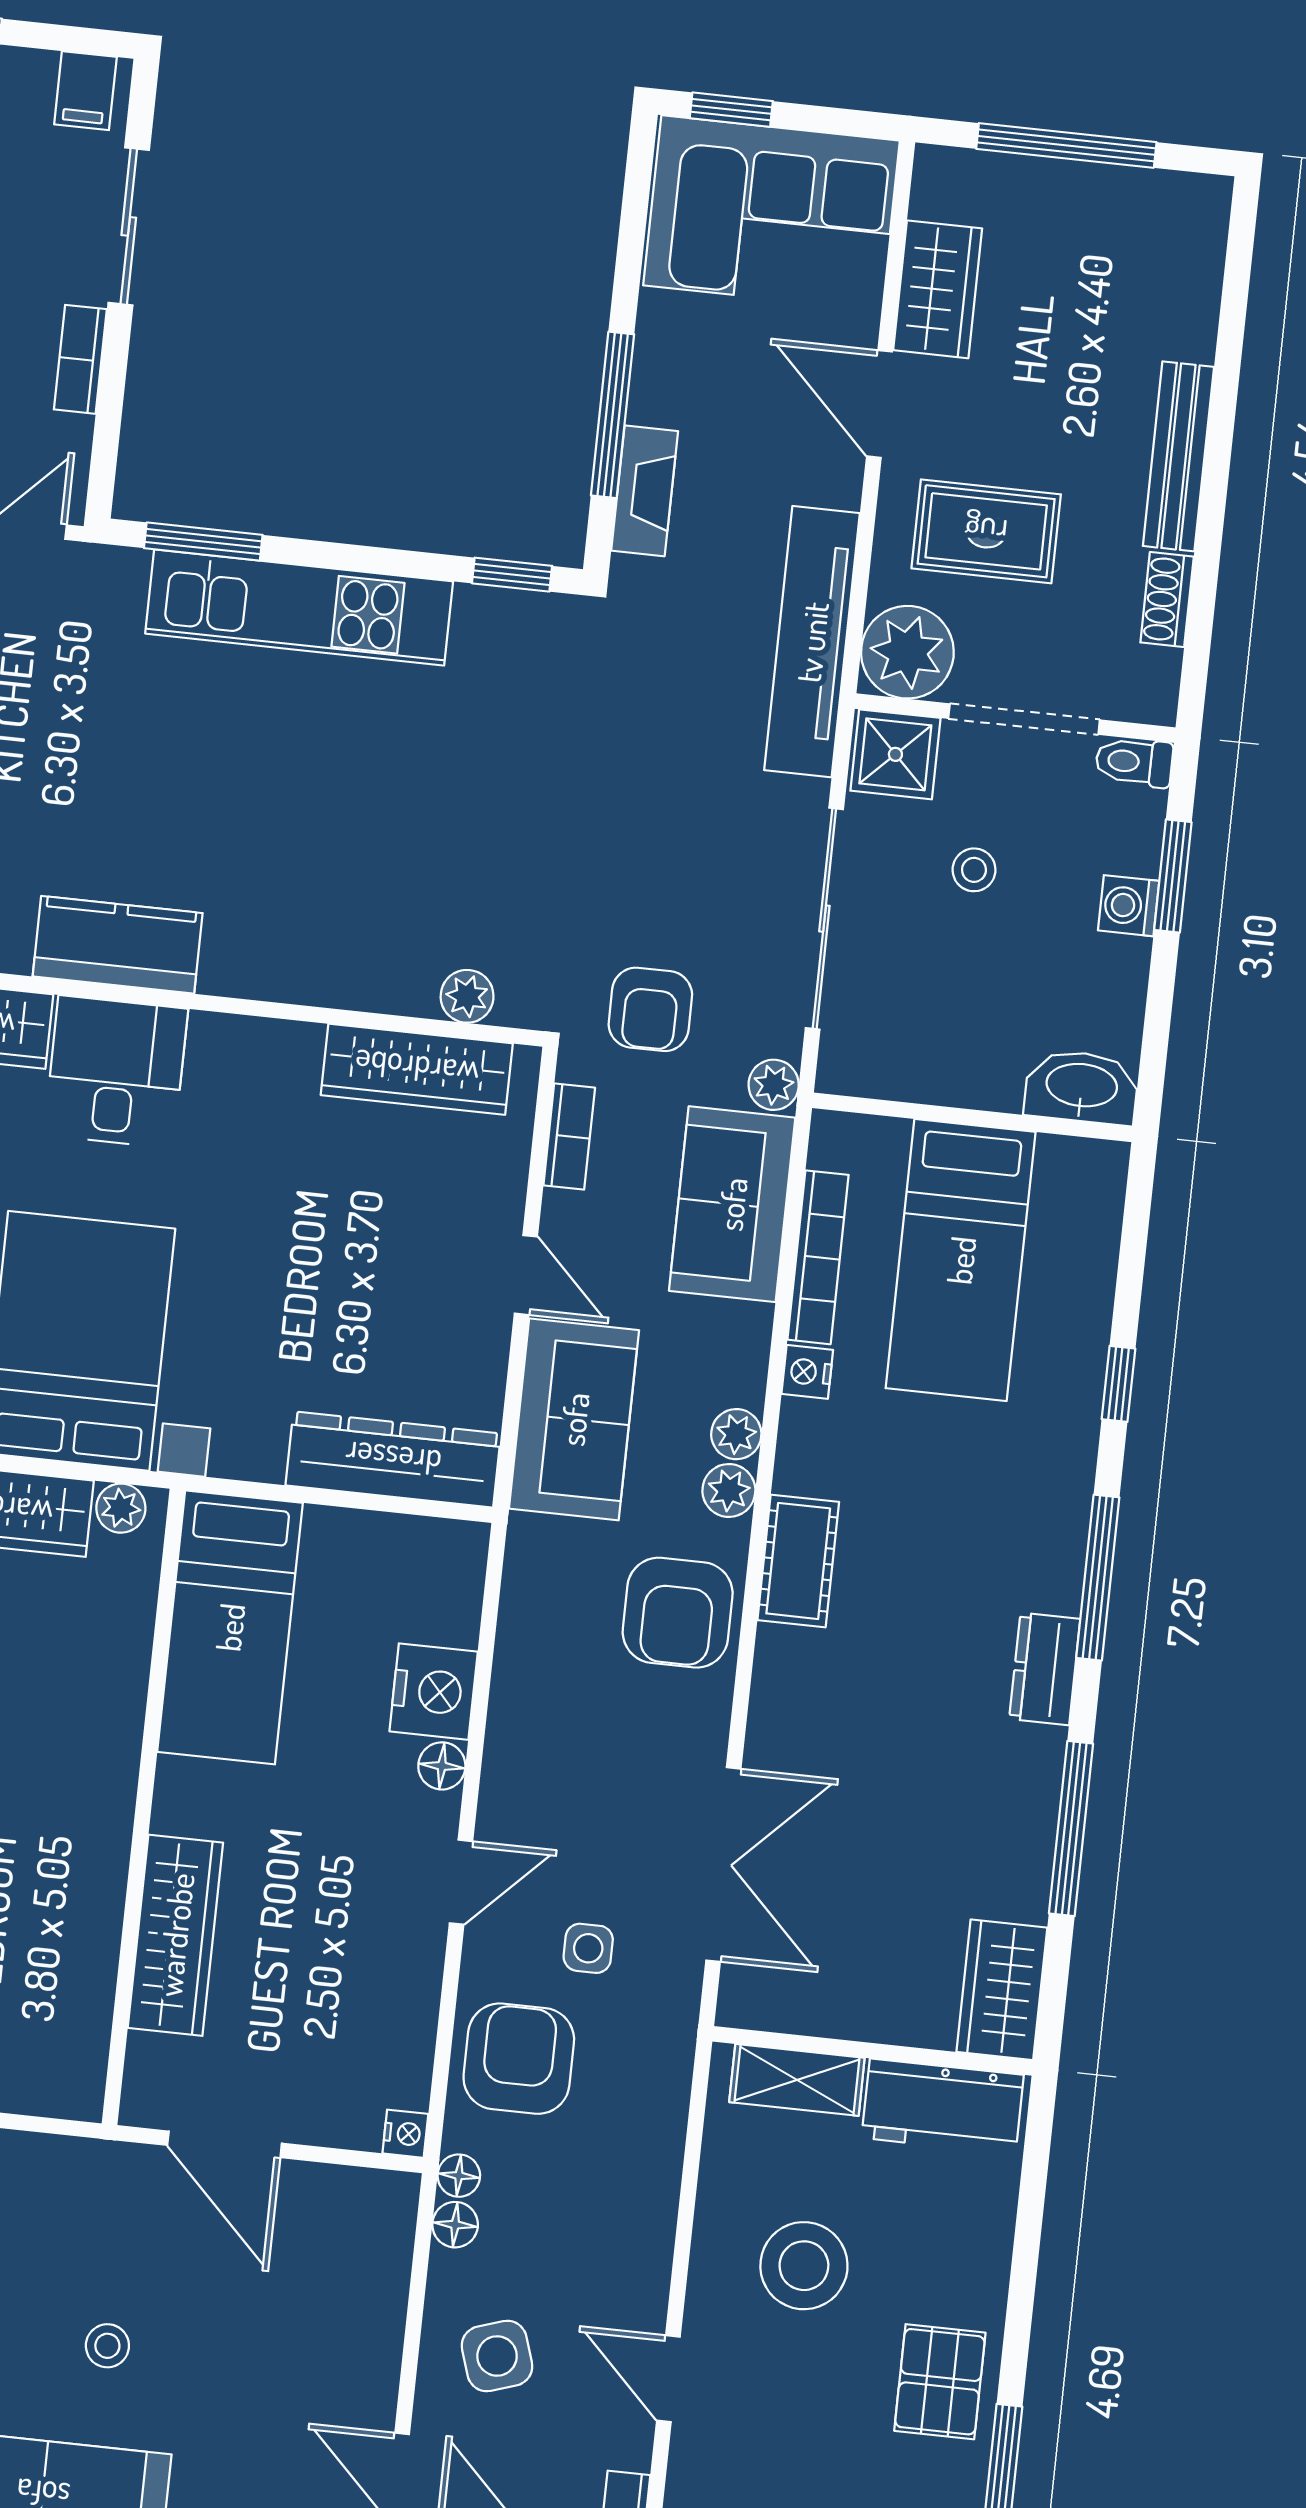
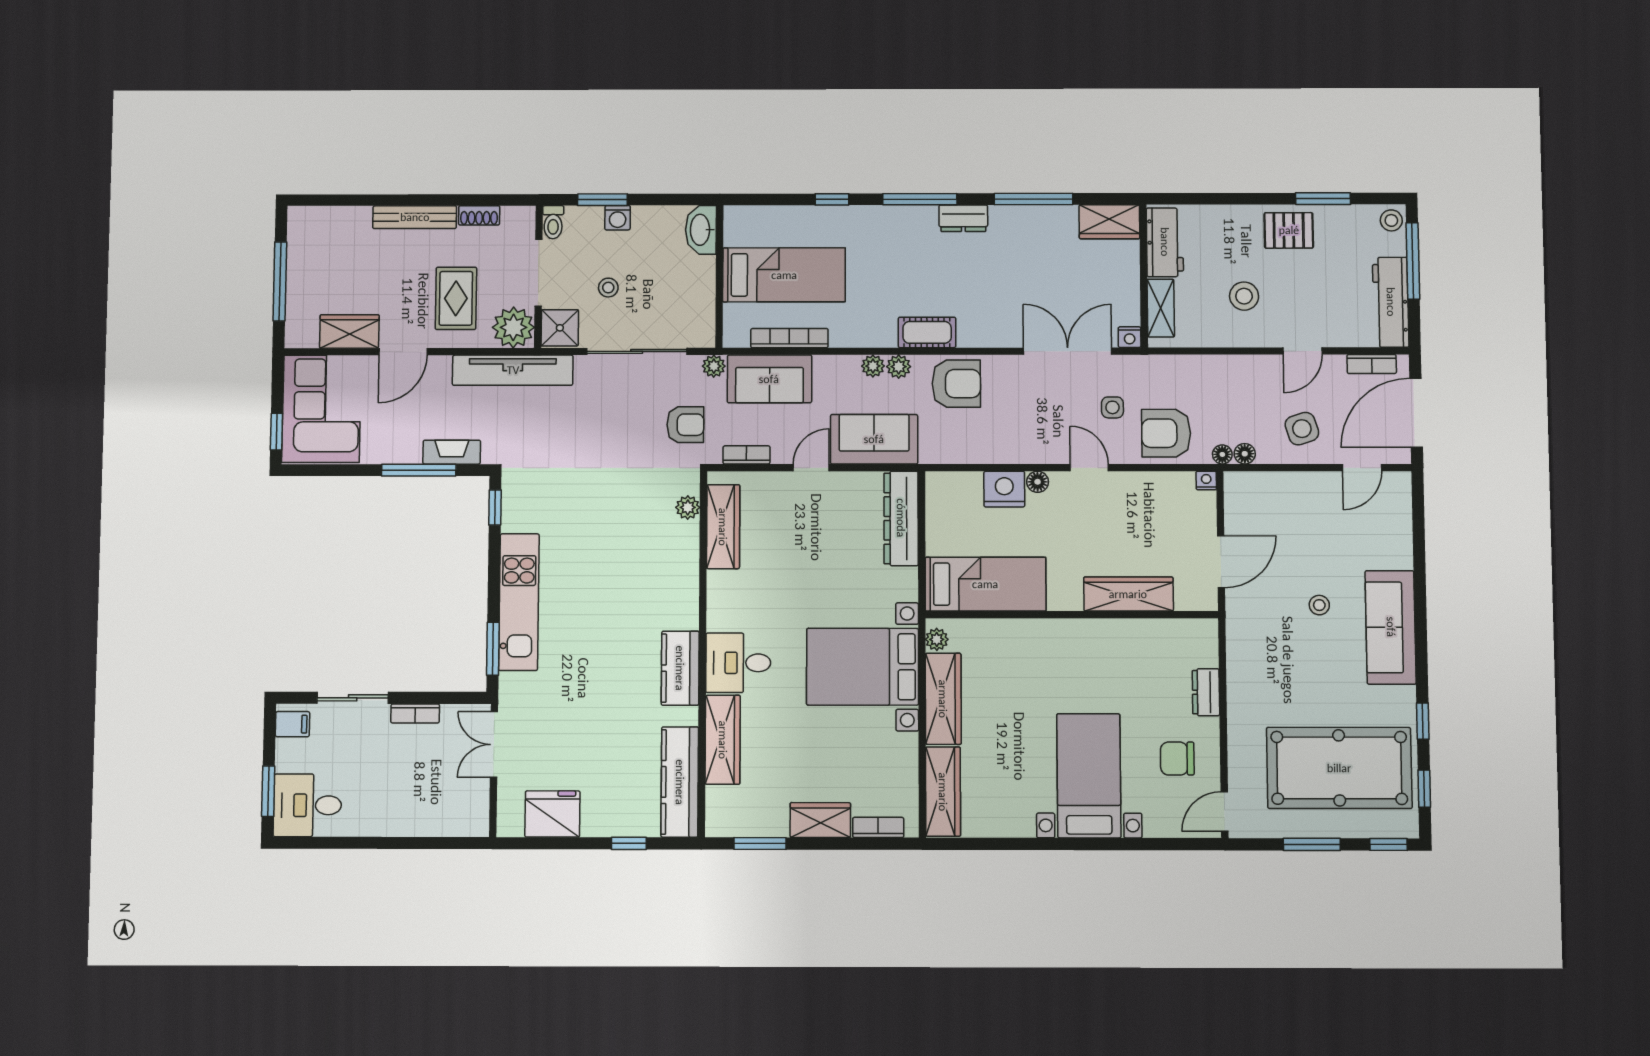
nightstand: (807, 1372) -> (1130, 337), moved
stool: (804, 2266) -> (1244, 296), width x0.73, depth x0.73

